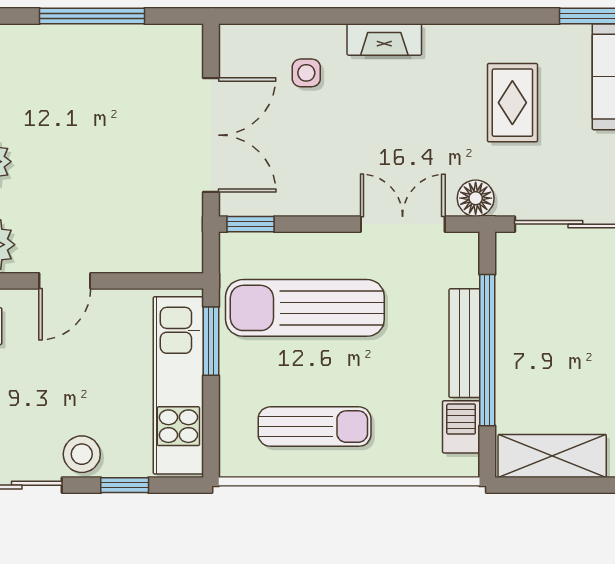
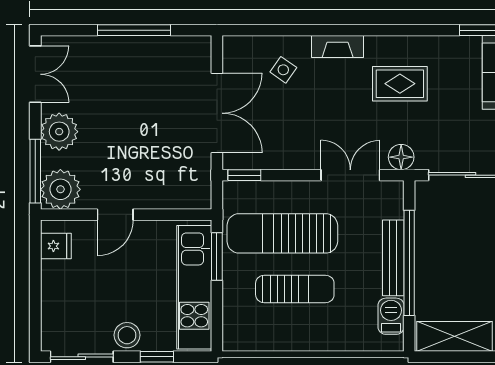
side table: (306, 73) -> (283, 70), turned 35
rug: (512, 103) -> (400, 84), moved, turned 90
sun lounger: (315, 427) -> (295, 289), moved

